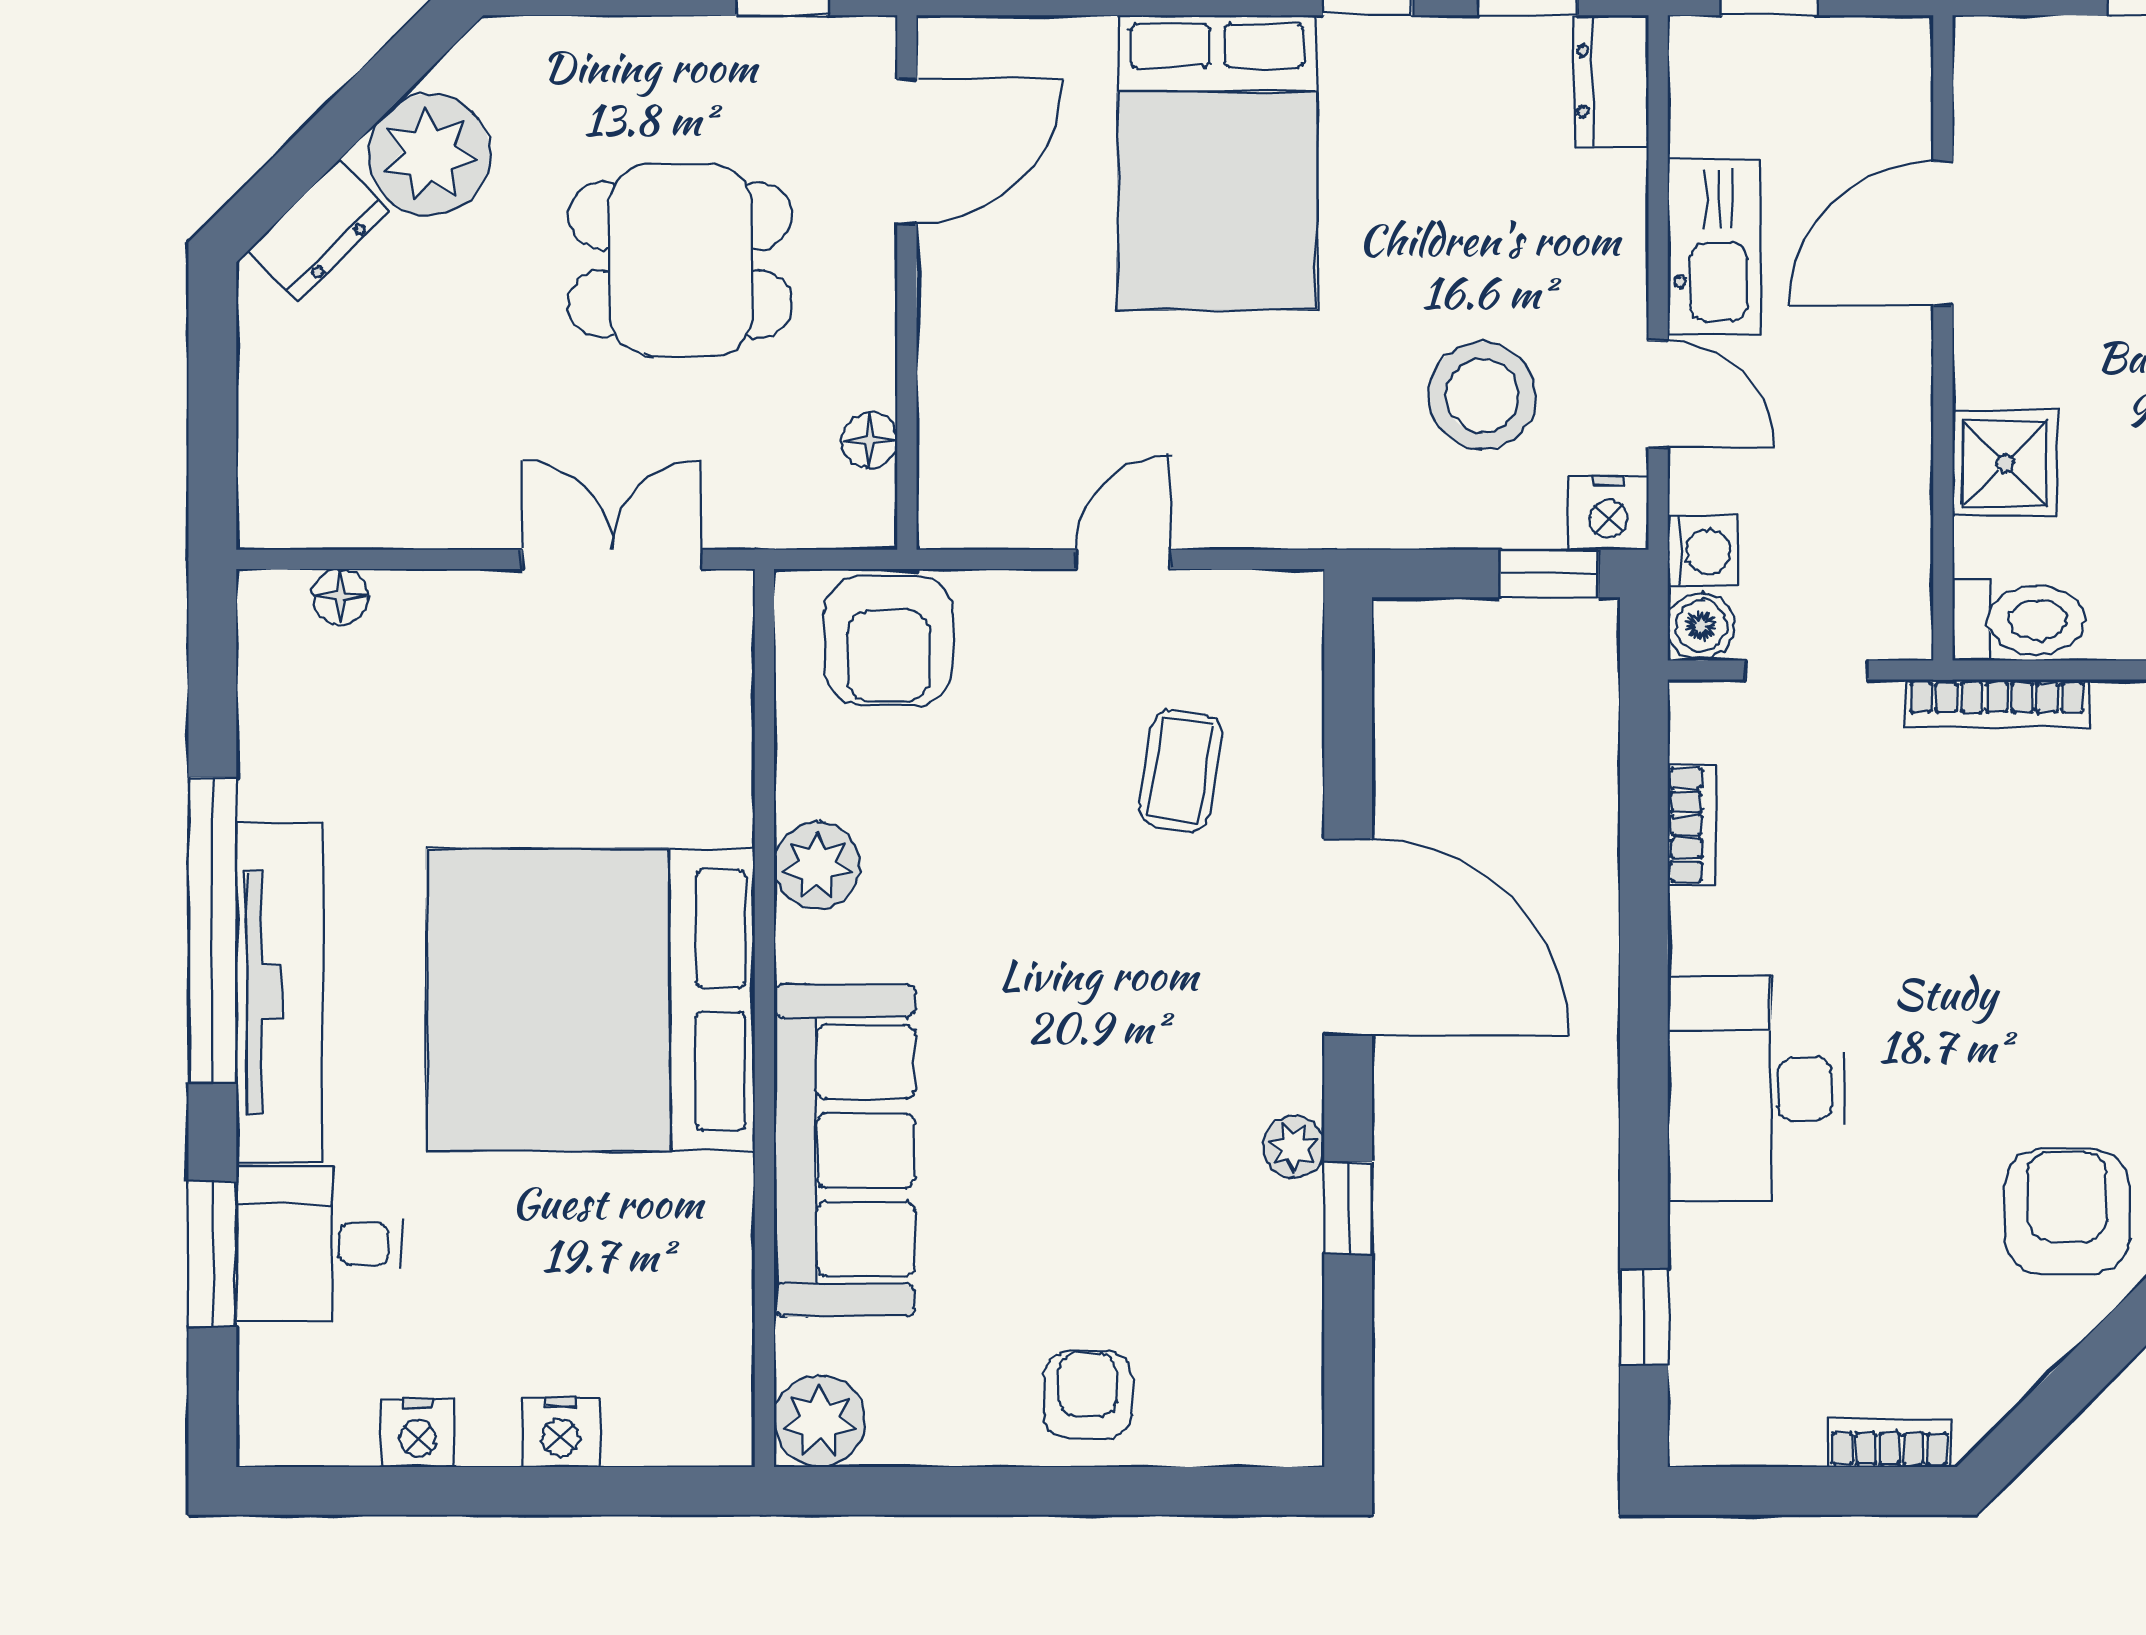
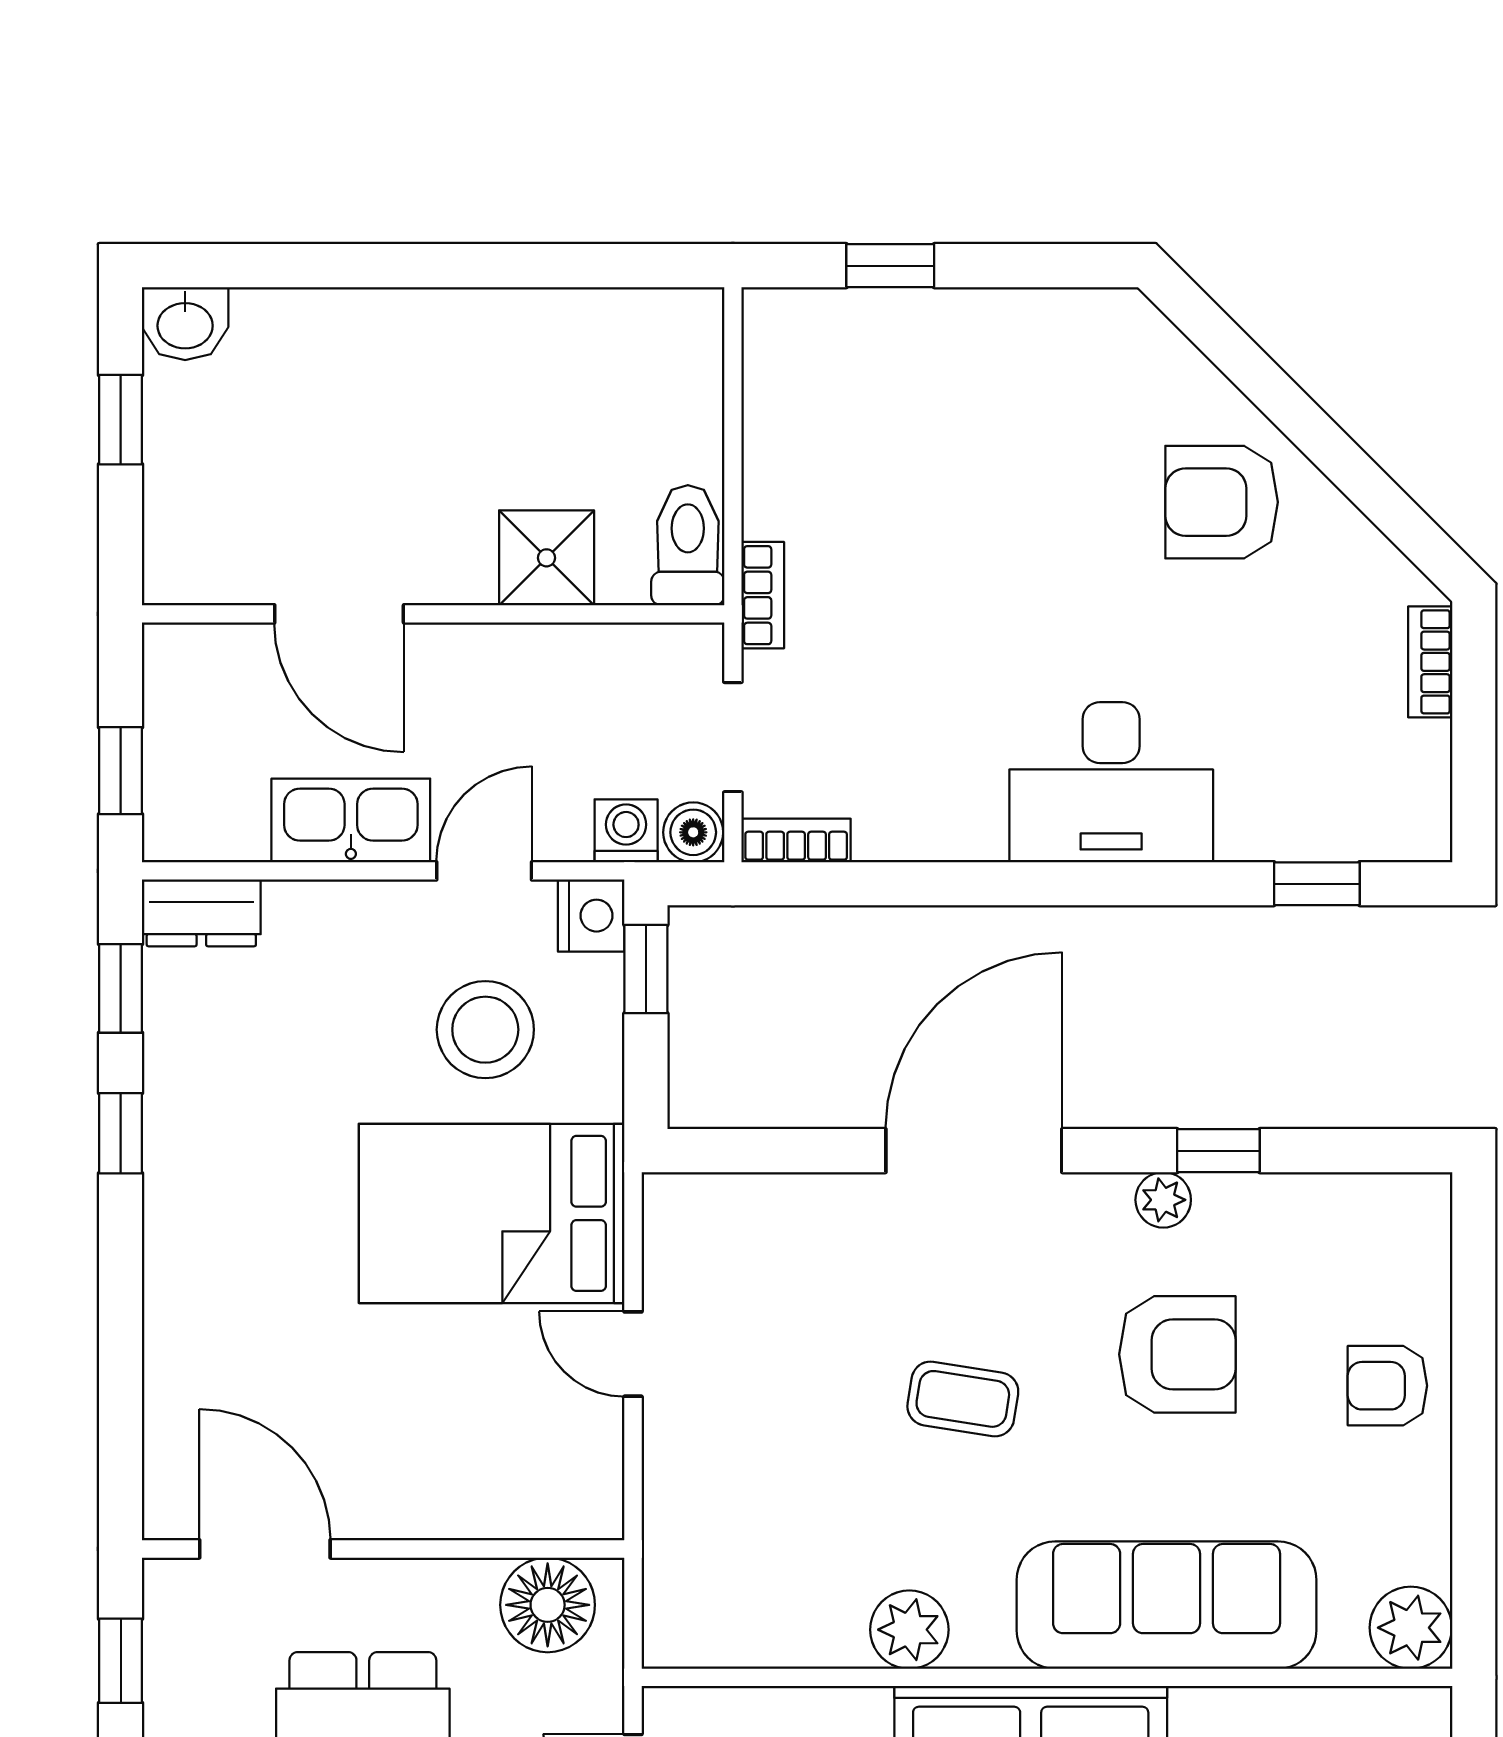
bed: (1217, 162) -> (492, 1213), moved, turned 180
floor lamp: (869, 440) -> (548, 1605), width x1.89, depth x1.89
armchair: (889, 641) -> (1177, 1354), moved
bookcase: (1997, 703) -> (763, 595), width x0.64
coffee table: (1180, 771) -> (963, 1399), moved
bookcase: (1692, 825) -> (796, 840), moved

